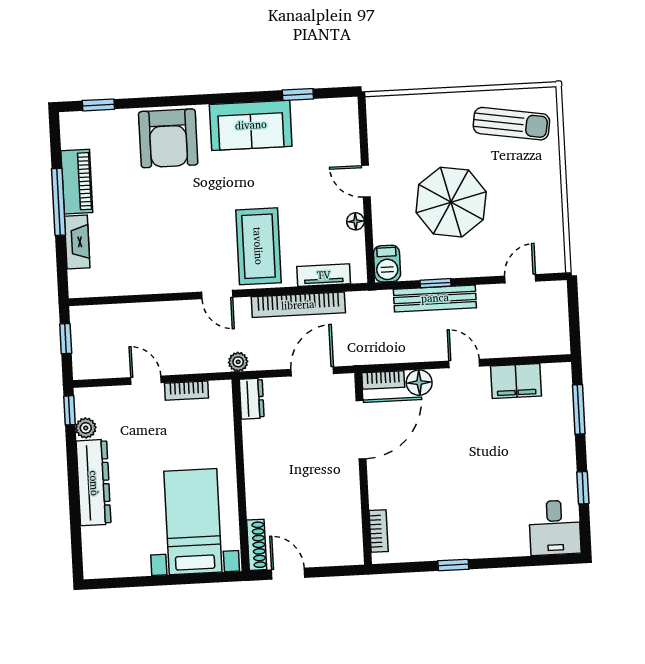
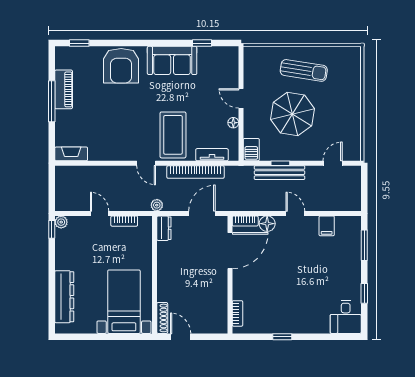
sun lounger: (511, 124) -> (304, 70), moved
fireplace: (77, 242) -> (71, 154), moved, turned -90
window: (66, 339) -> (52, 185), removed
filing cabinet: (516, 381) -> (327, 226), width x0.50
plant: (86, 428) -> (61, 222), moved
dresser: (94, 483) -> (64, 297), moved

